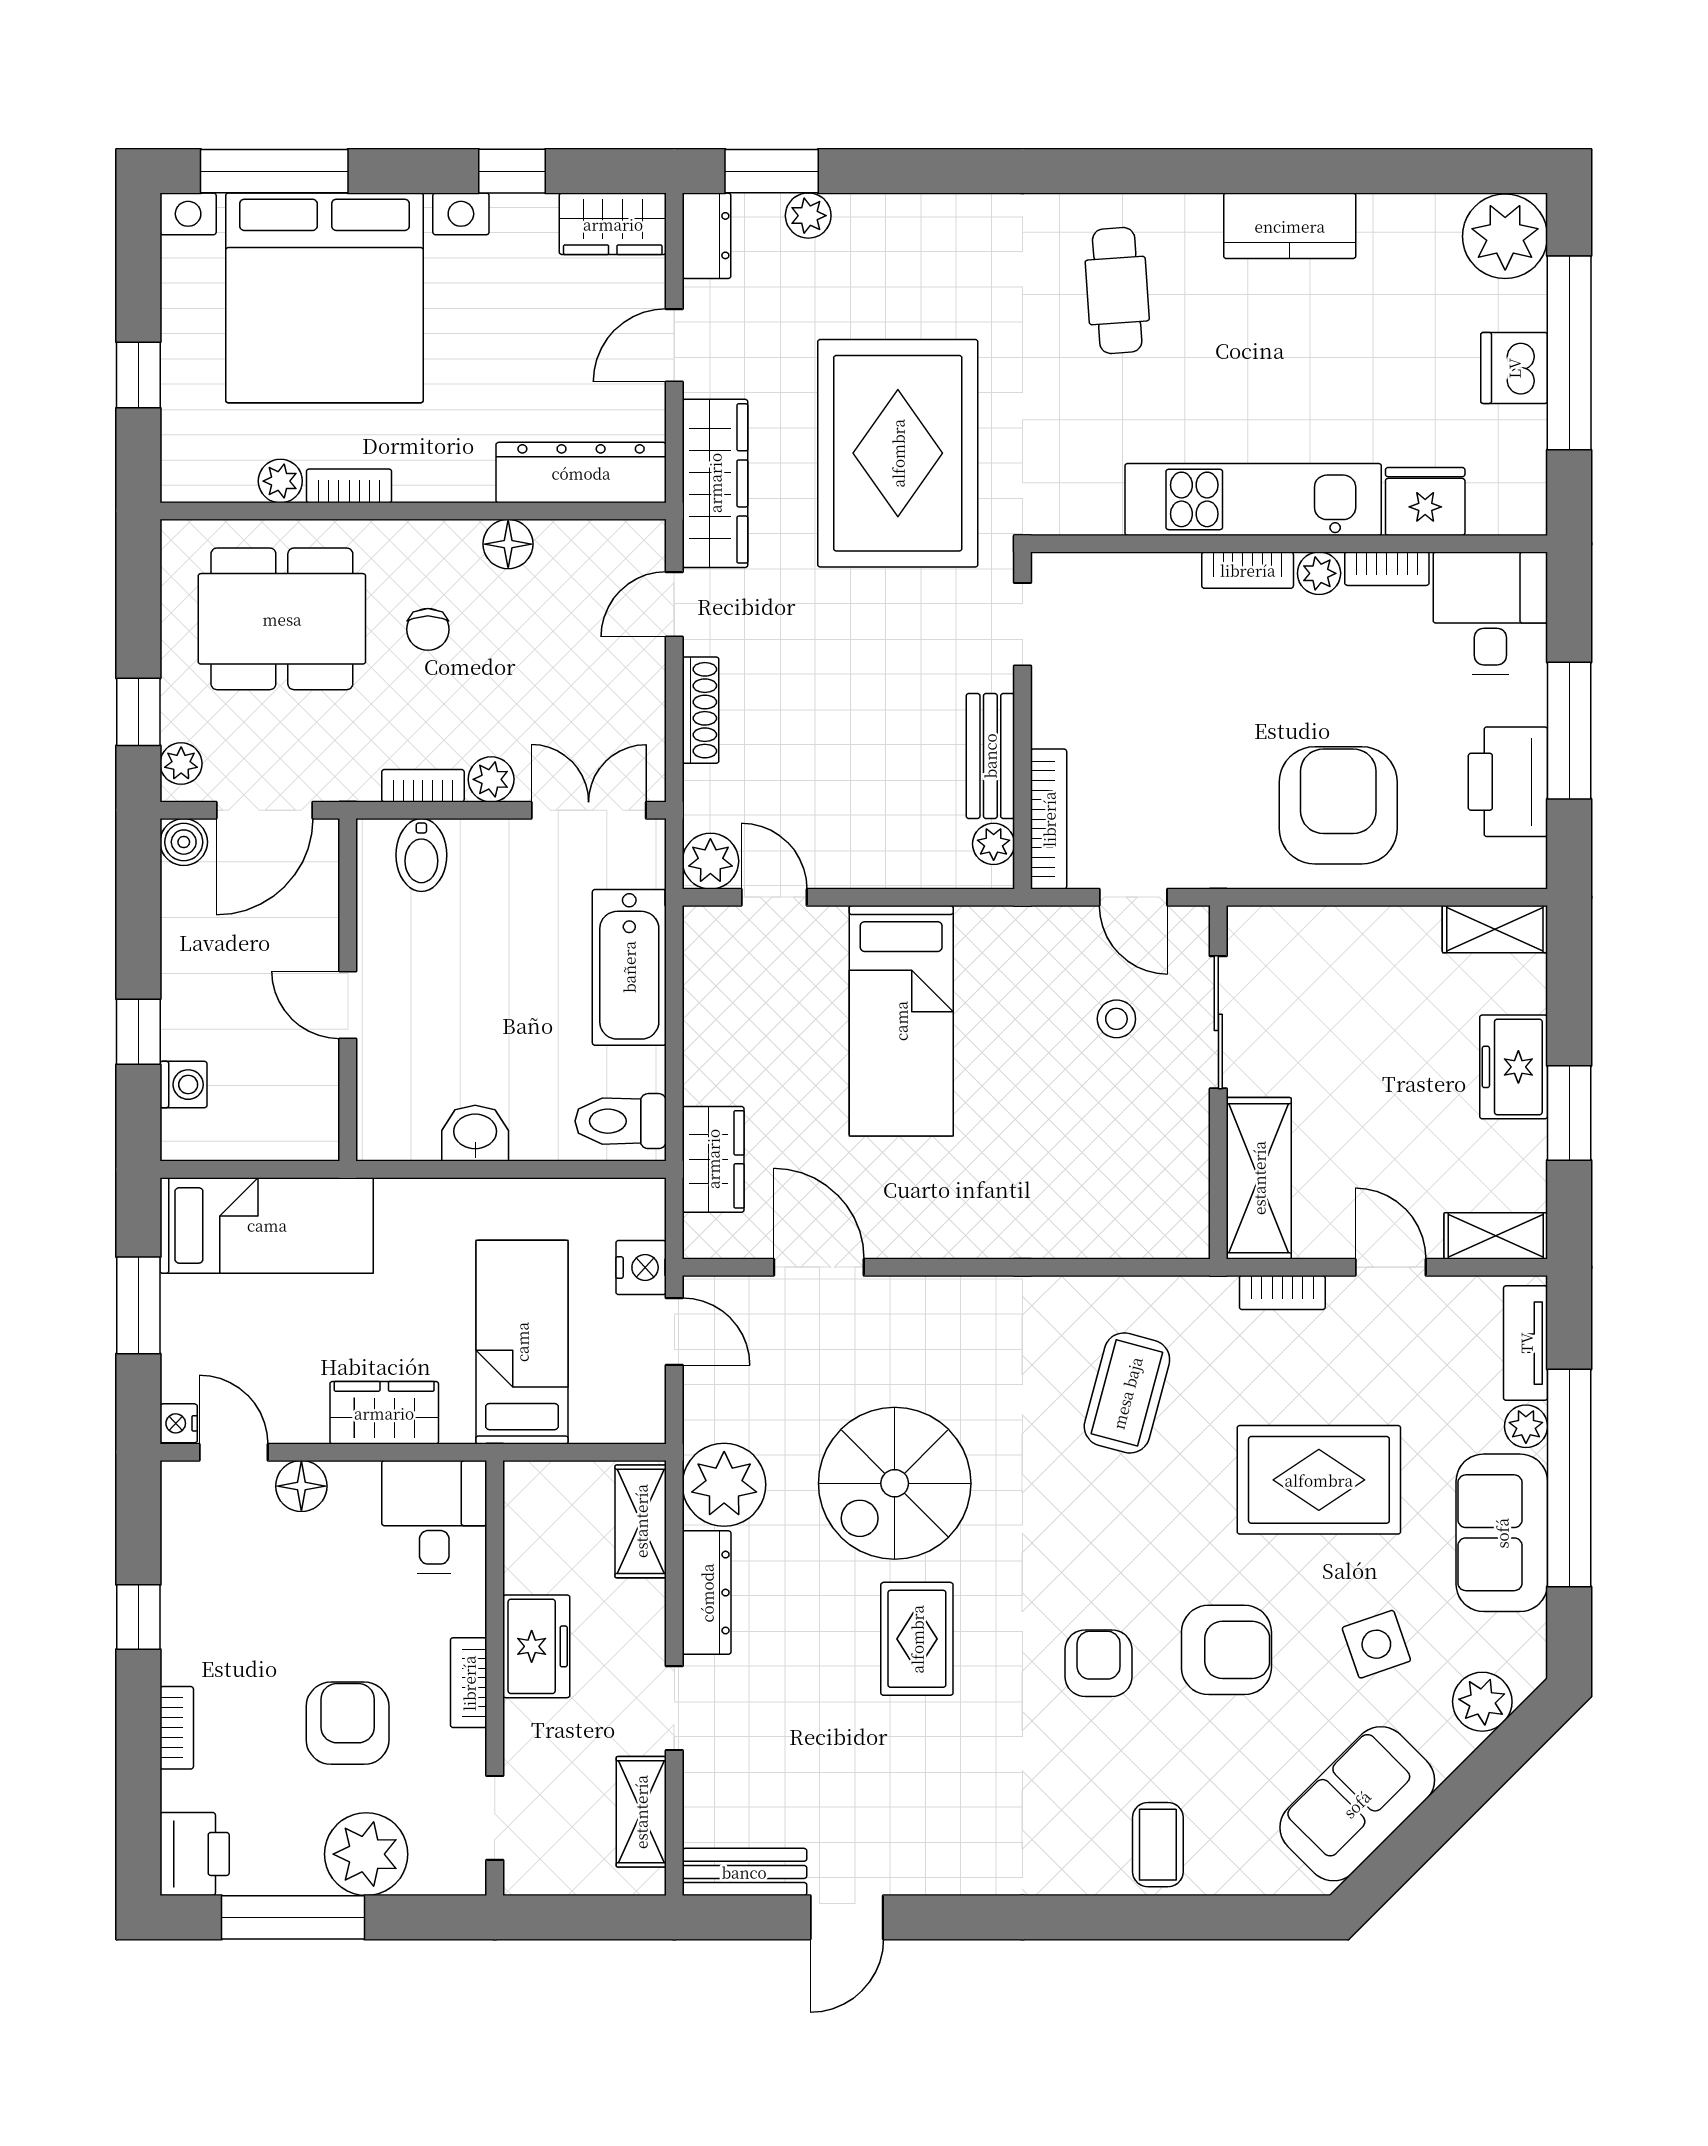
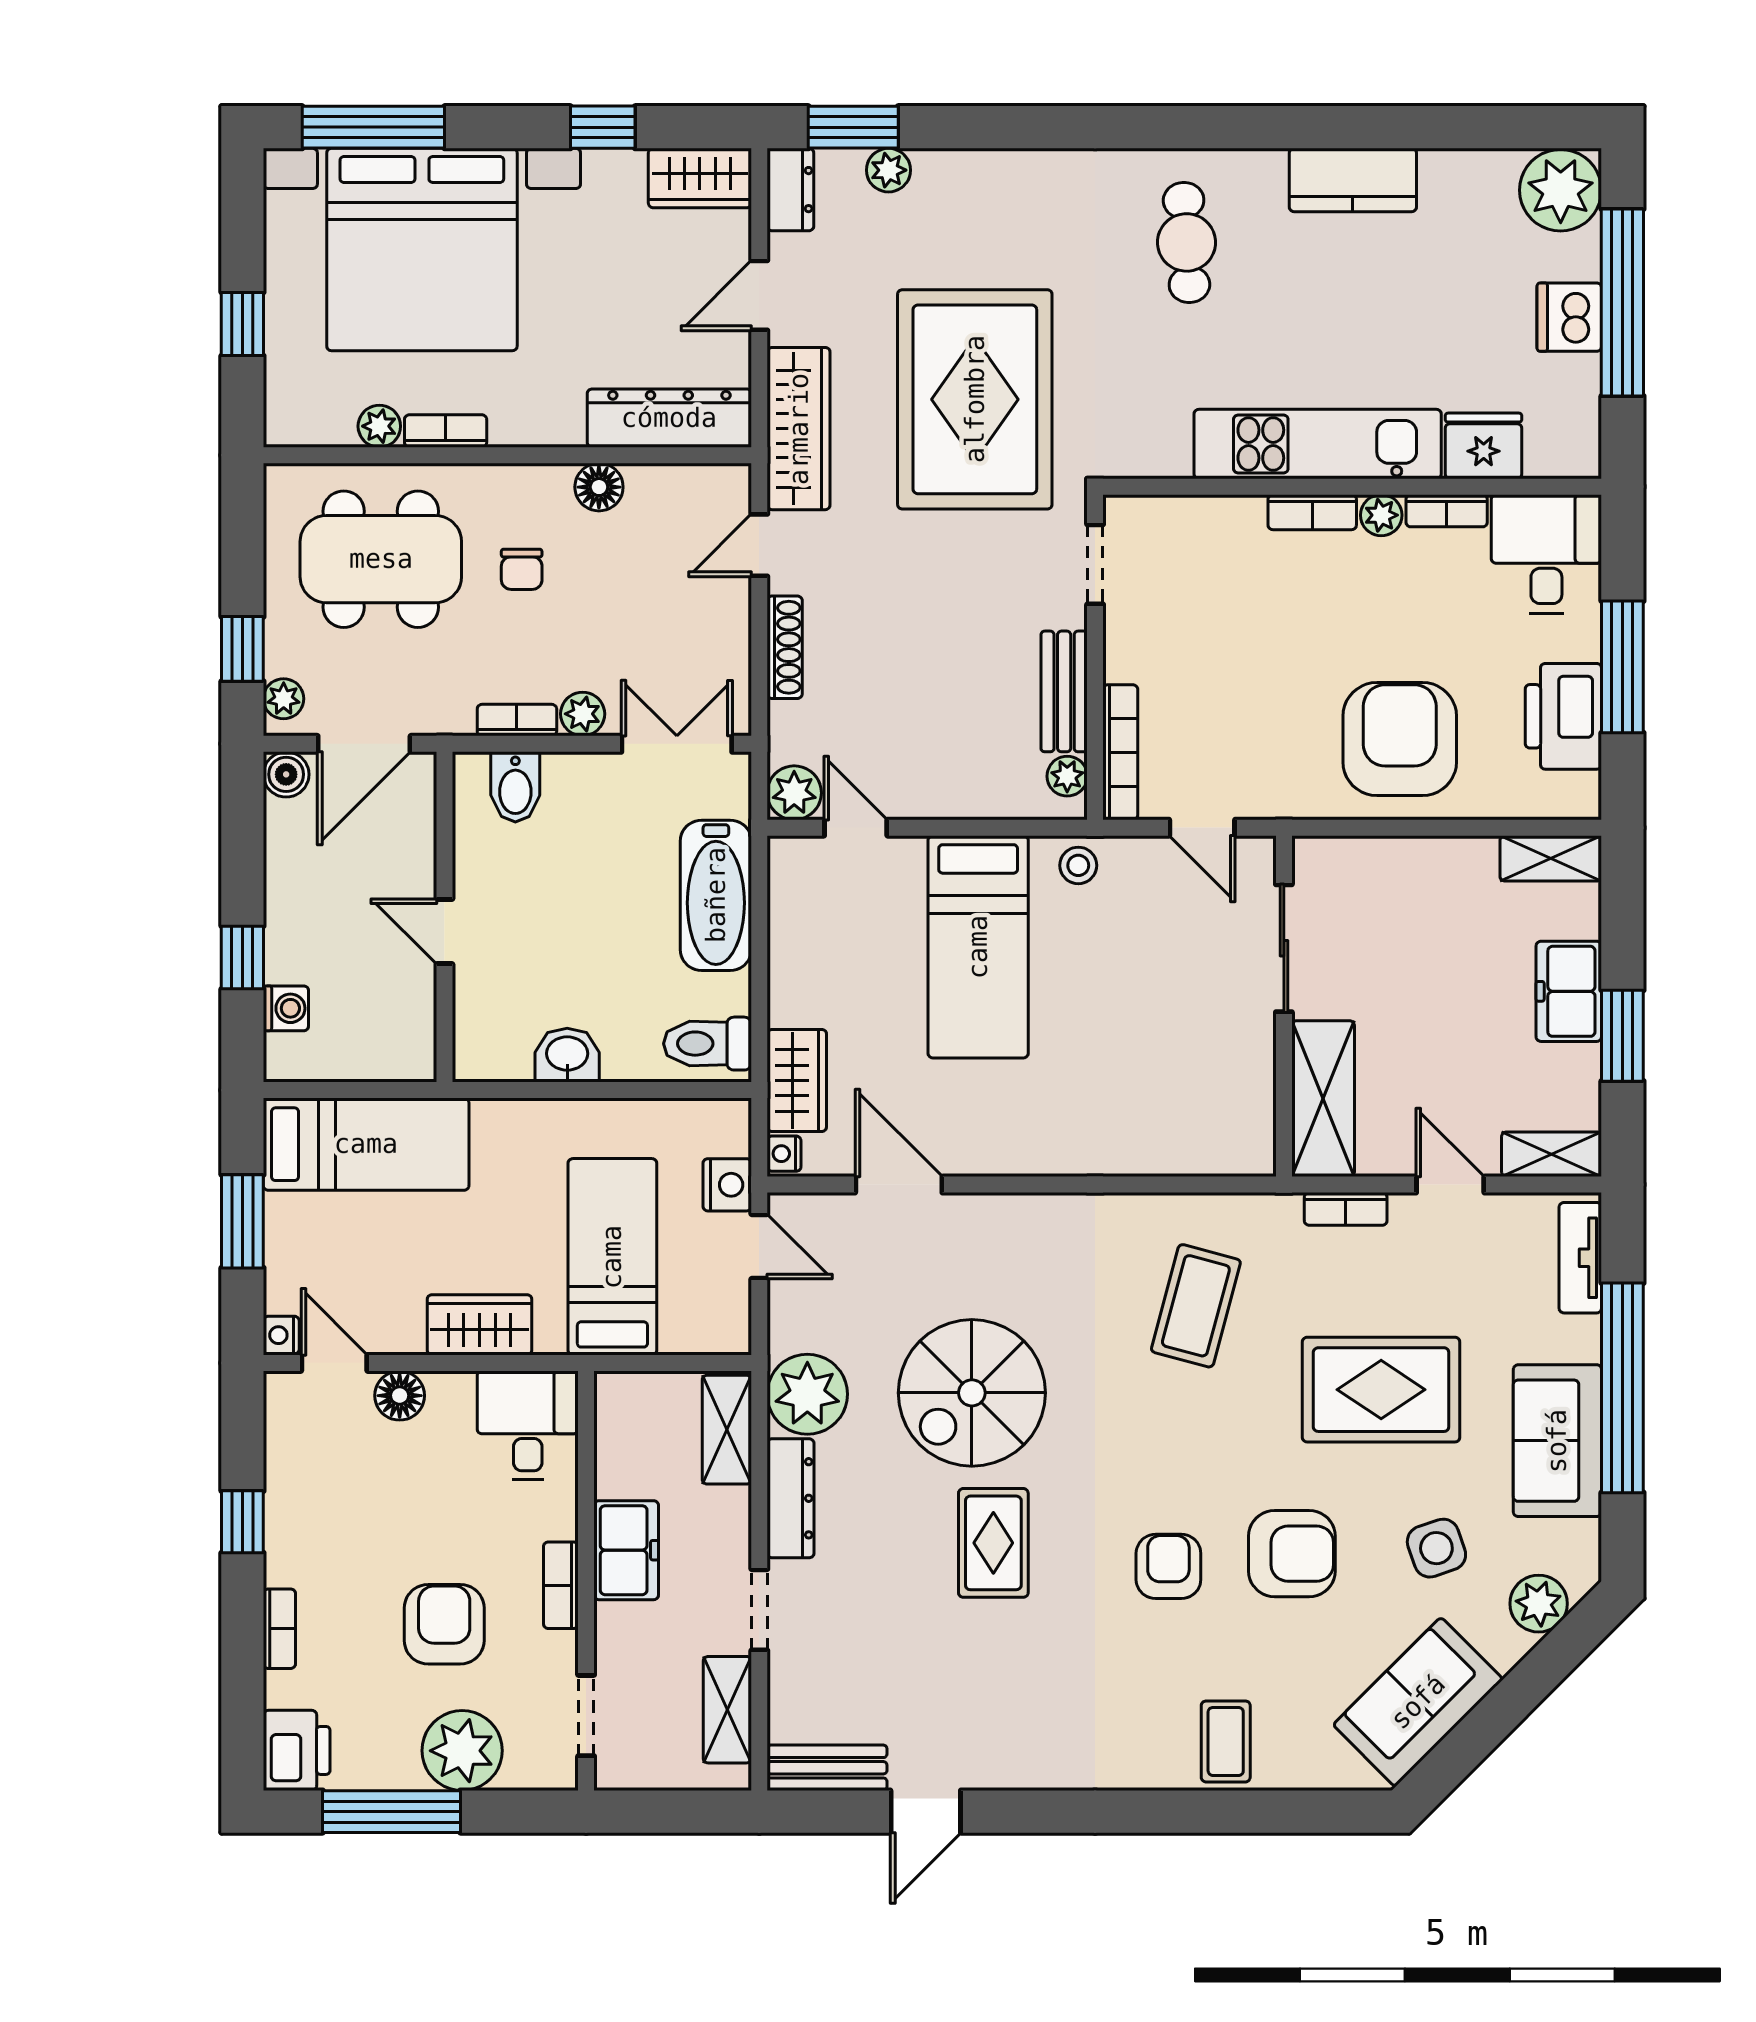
stool: (1116, 1019) -> (1078, 865), moved
nightstand: (700, 1235) -> (784, 1154), added
plant: (1526, 1426) -> (1581, 1338), removed

